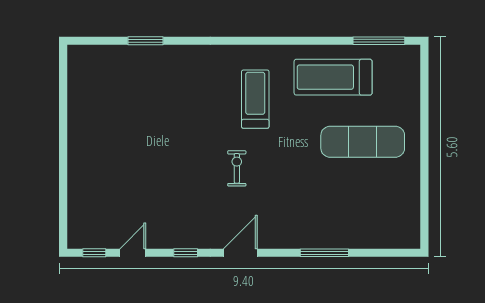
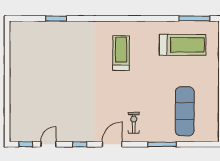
treadmill: (333, 77) -> (183, 45), moved, turned 180
exercise mat: (363, 142) -> (185, 111), moved, turned 90
exercise bike: (237, 168) -> (134, 123), moved

